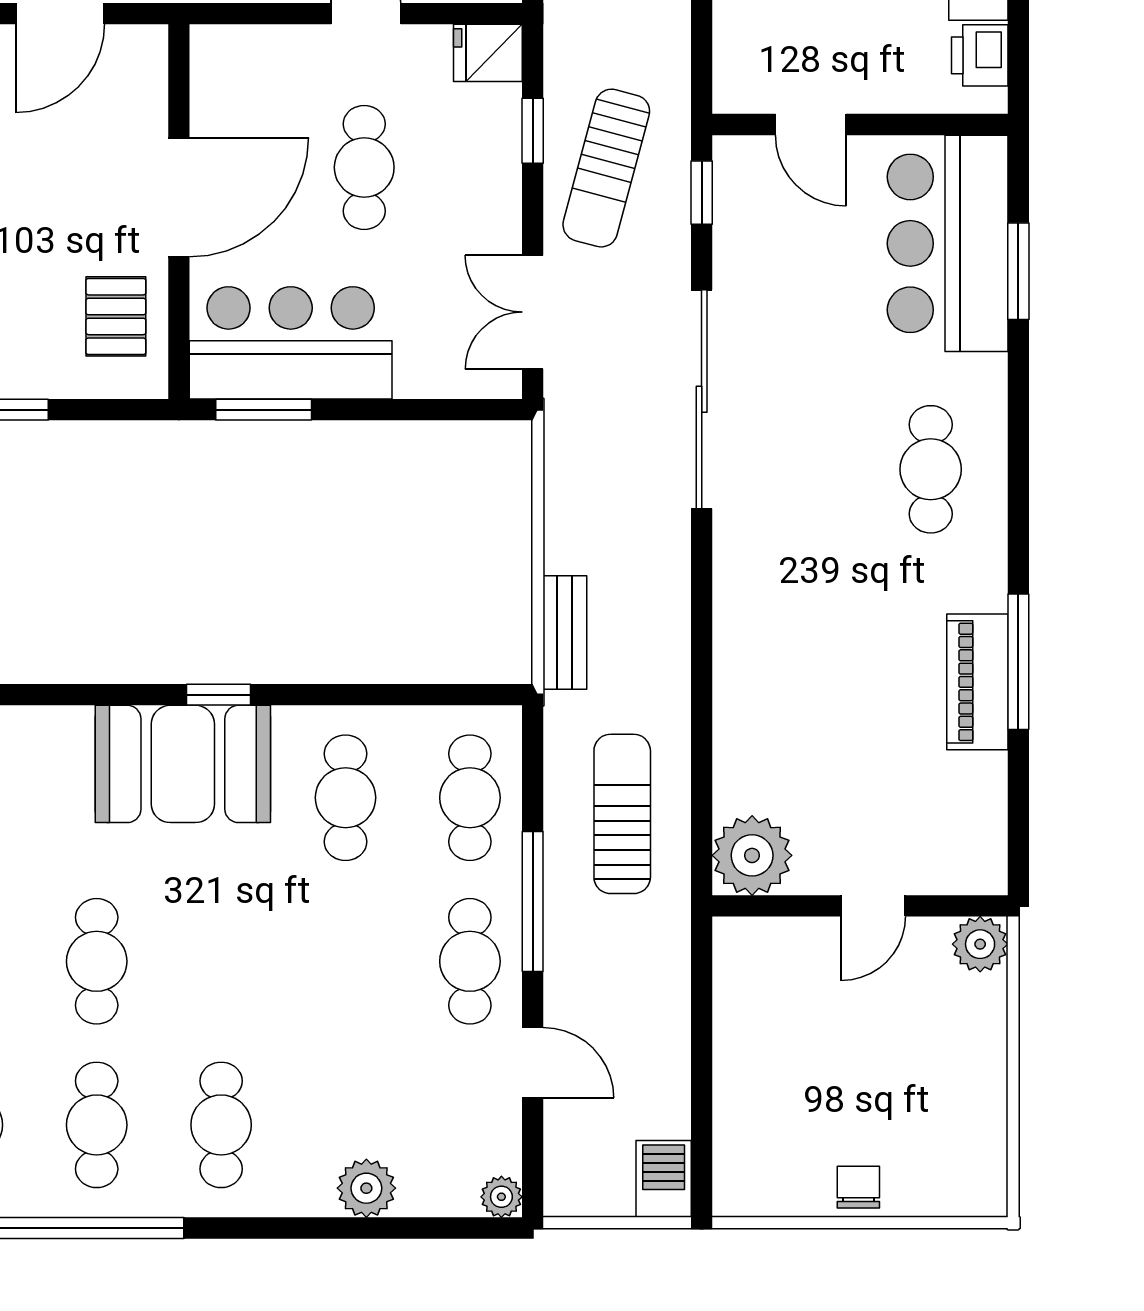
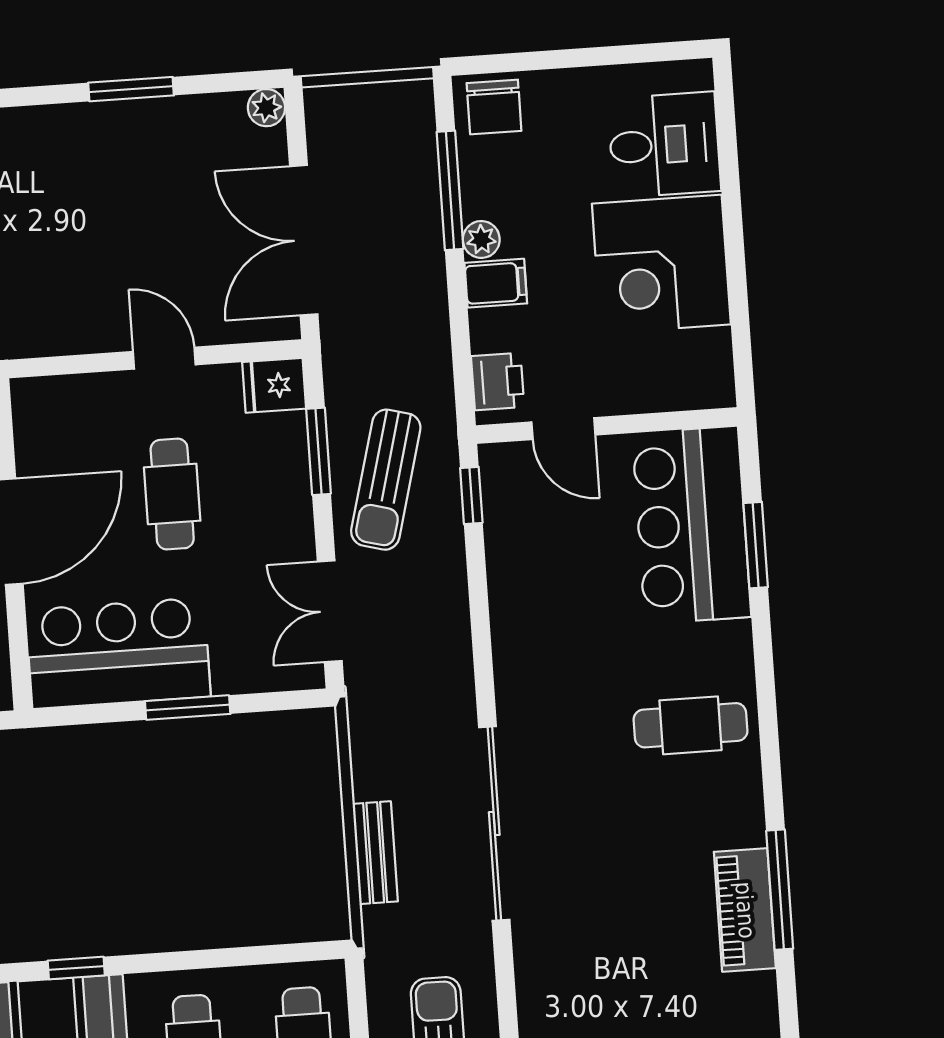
printer: (980, 55) -> (498, 382), moved, turned 180
window: (533, 131) -> (318, 451), width x1.50
sliding door: (702, 399) -> (494, 823), moved
window: (264, 410) -> (188, 708), moved
cafe table: (931, 469) -> (690, 725), turned 90
bench: (565, 632) -> (375, 853), moved

